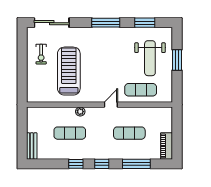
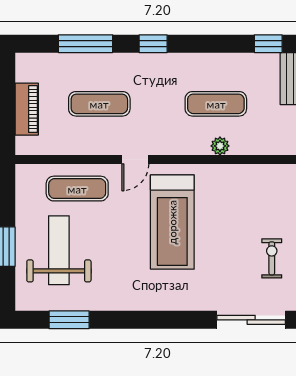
window: (106, 23) -> (145, 320), removed
treadmill: (69, 71) -> (172, 222), moved
plant: (80, 112) -> (220, 146), moved
piano: (166, 146) -> (27, 109), moved
window: (76, 164) -> (268, 44), moved

